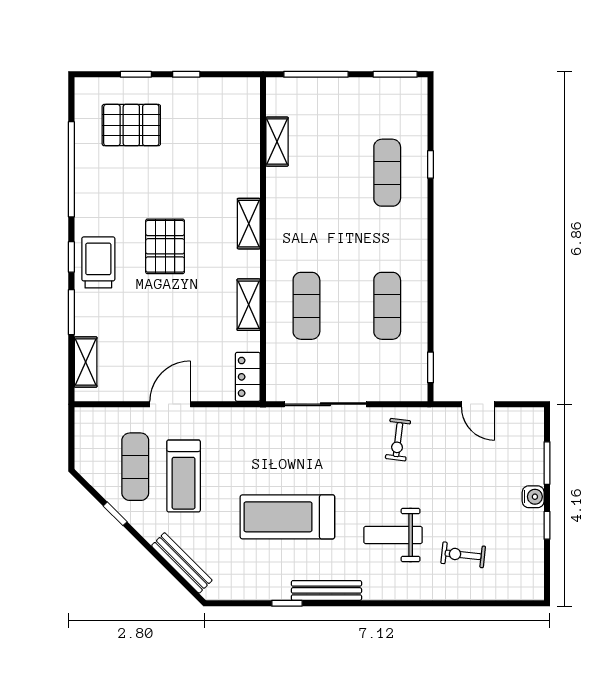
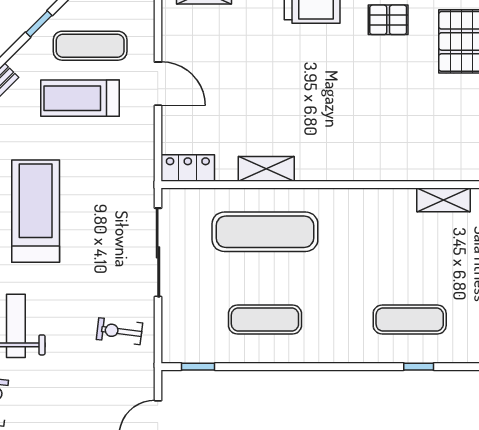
shelving: (249, 224) -> (354, 169), removed
pallet: (165, 246) -> (388, 20), moved, width x0.67, depth x0.71
exercise mat: (306, 306) -> (265, 232), width x1.36, depth x1.45

